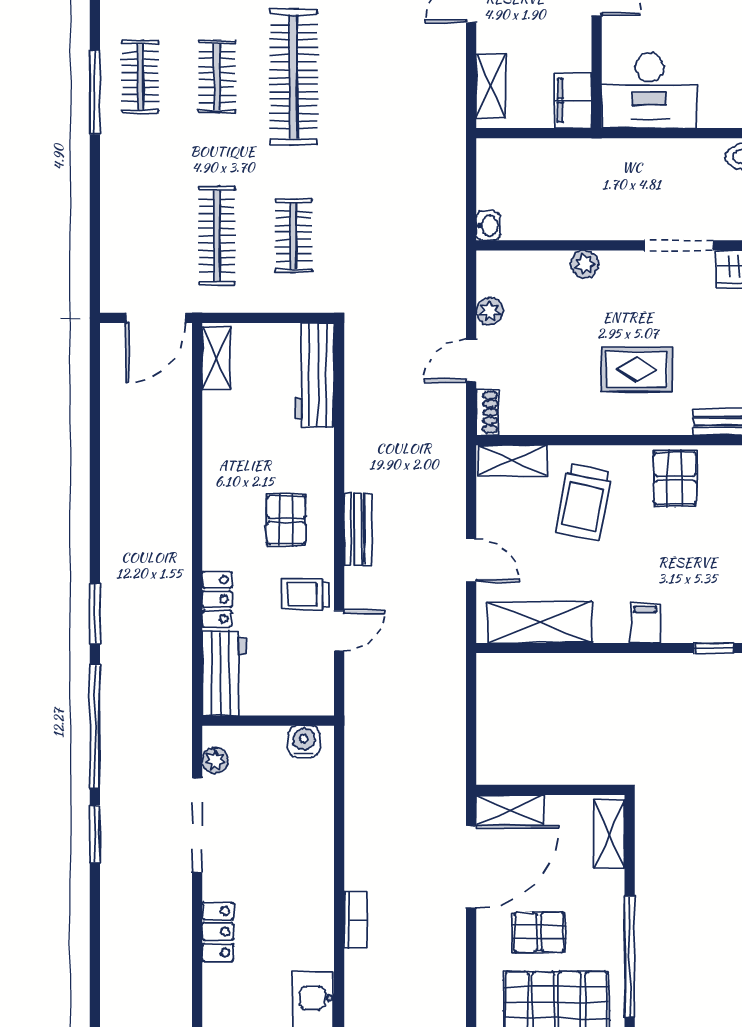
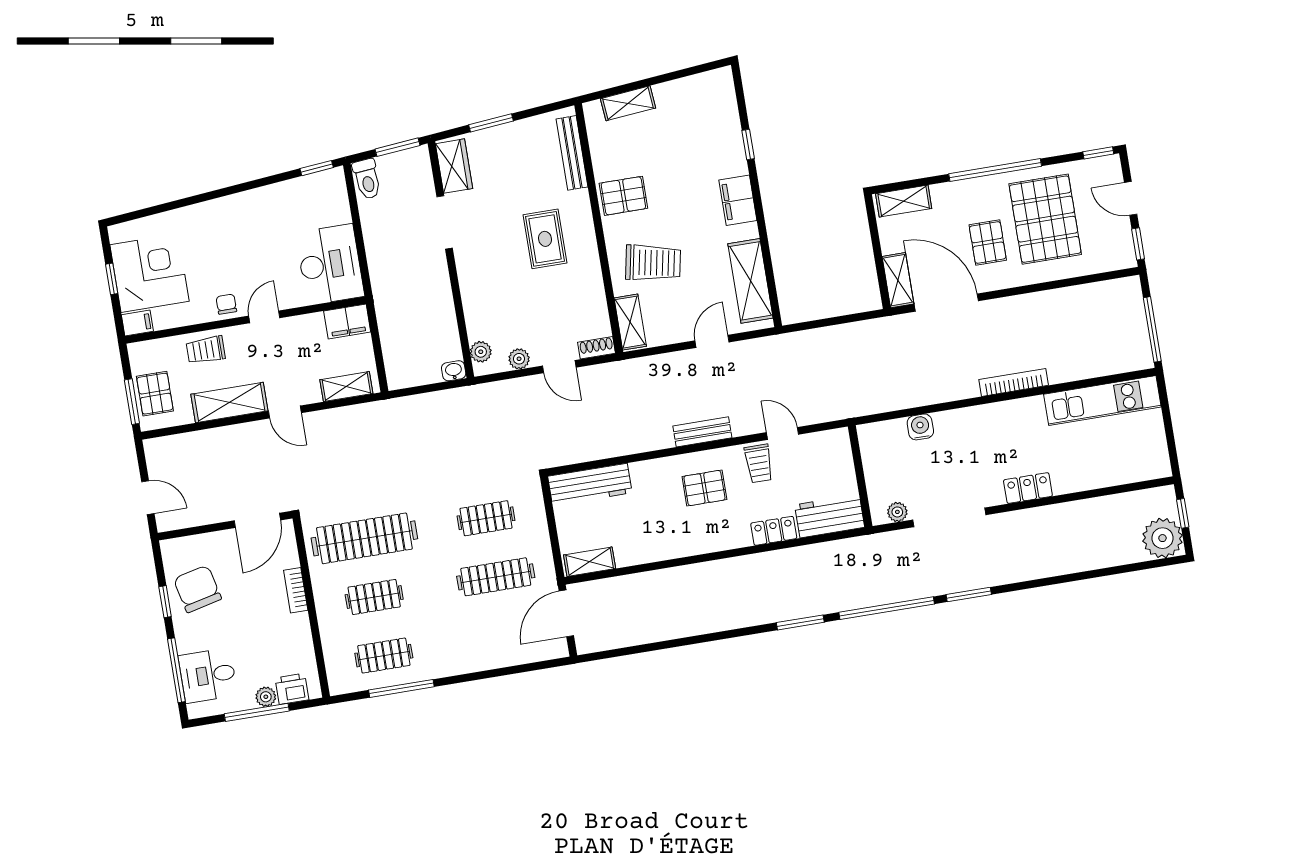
plant: (585, 264) -> (481, 352), moved
door: (156, 318) -> (566, 613), swing flipped
filing cabinet: (645, 623) -> (738, 200), width x2.00
water cooler: (304, 741) -> (920, 427), moved, turned 90
bookcase: (355, 920) -> (1014, 382), width x1.56

